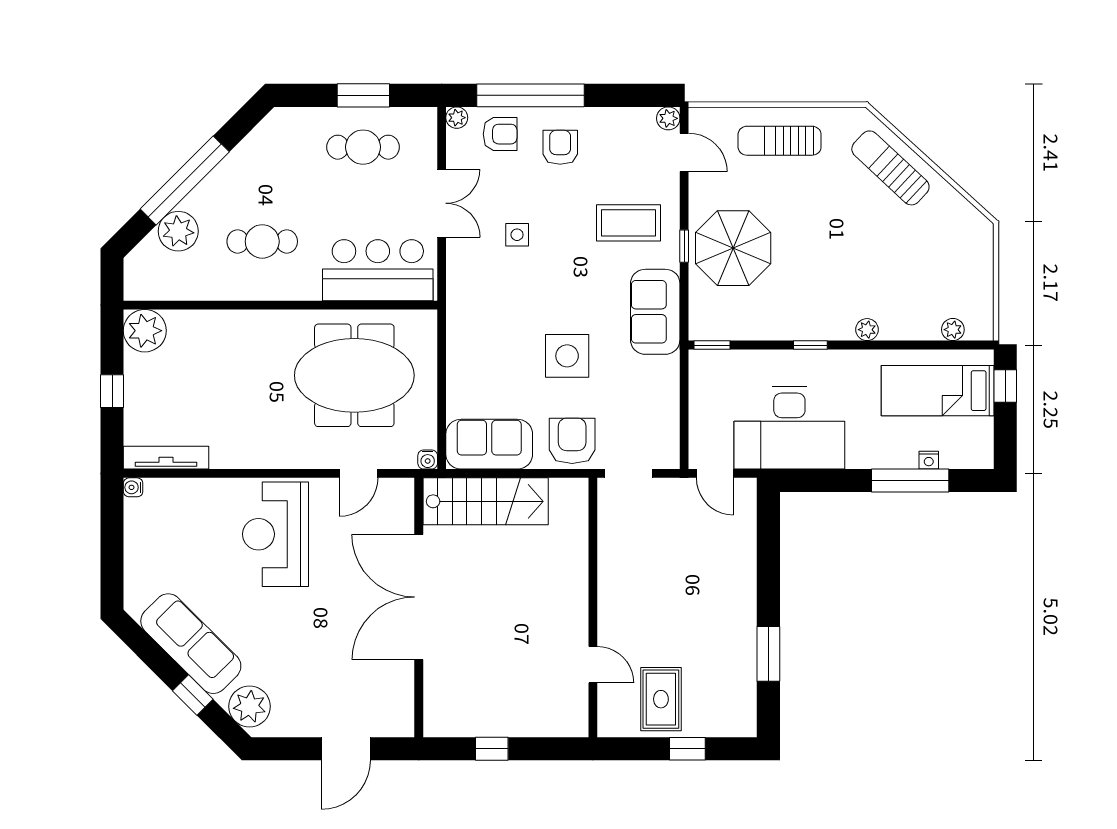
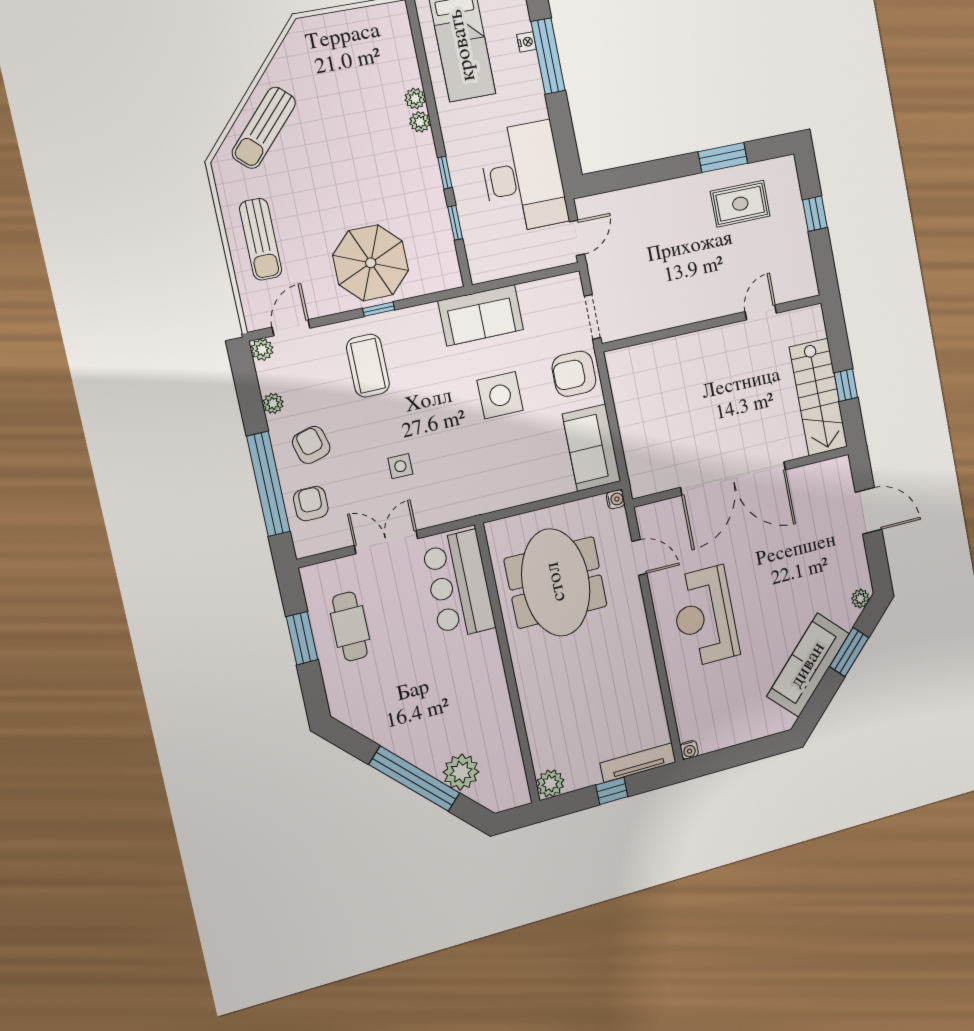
plant: (457, 118) -> (273, 403), moved
armchair: (560, 147) -> (311, 445), turned 75
cafe table: (262, 241) -> (455, 695), removed
sofa: (655, 312) -> (481, 315), moved
plant: (953, 330) -> (415, 99), moved
plant: (145, 331) -> (550, 783), width x0.73, depth x0.73
window: (712, 345) -> (455, 223), moved
tv unit: (166, 458) -> (638, 763), moved, turned 90
stairs: (486, 501) -> (818, 397), moved, turned 180
reception desk: (276, 534) -> (705, 616), turned 90
window: (193, 695) -> (849, 652), width x1.50
rug: (661, 699) -> (740, 204), moved
plant: (250, 706) -> (860, 599), width x0.53, depth x0.53

